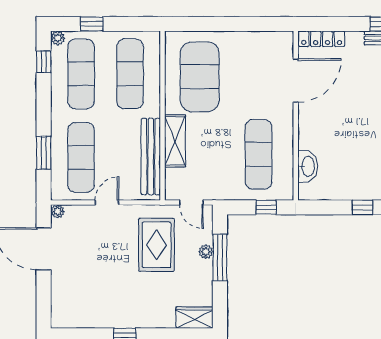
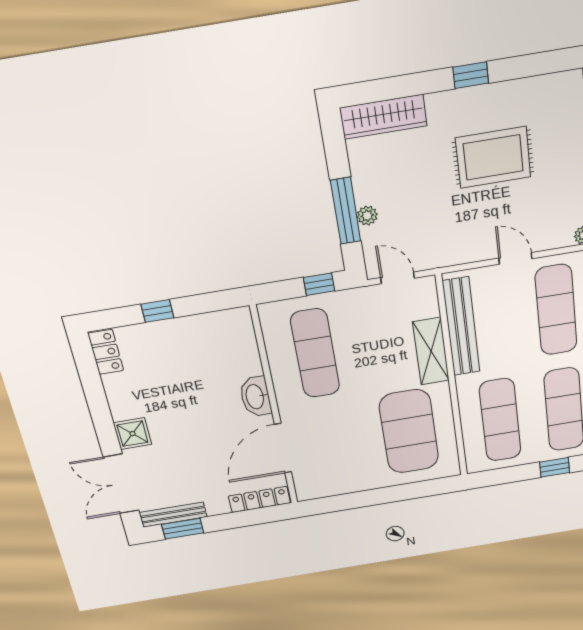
washbasin: (308, 166) -> (256, 397), moved
door: (107, 202) -> (515, 258), swing flipped
window: (266, 207) -> (319, 284), moved
rug: (156, 245) -> (493, 157), moved, turned 90
wardrobe: (194, 318) -> (383, 117), width x1.50

